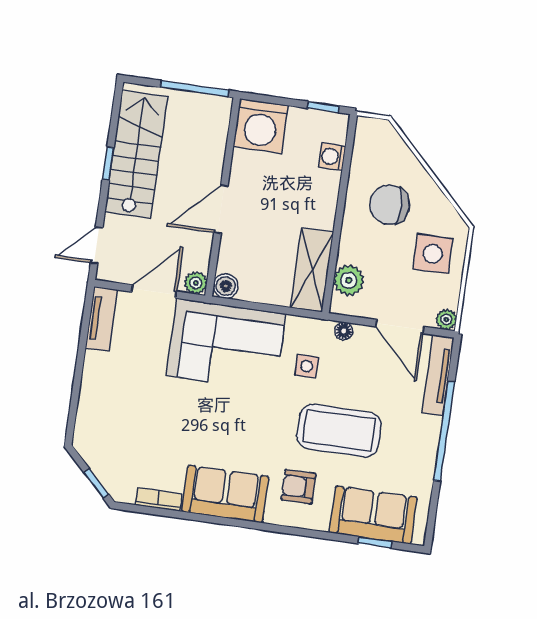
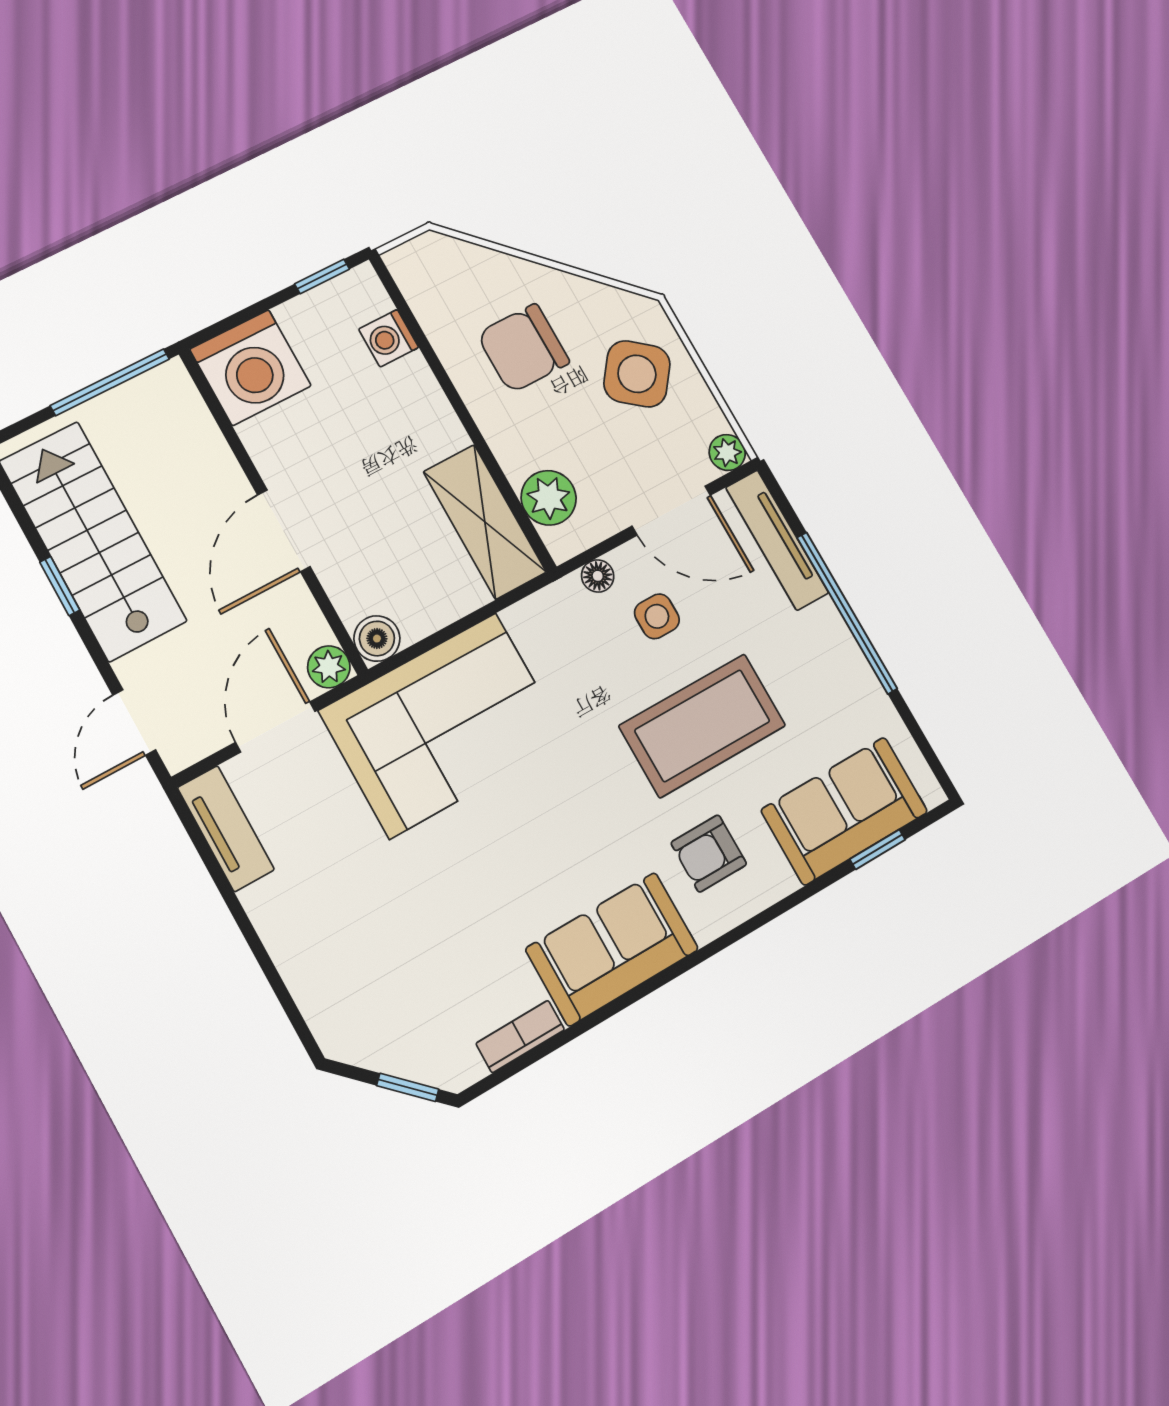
side table: (433, 254) -> (637, 374), turned 38
side table: (307, 366) -> (657, 616), moved

